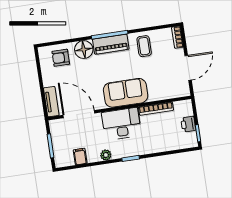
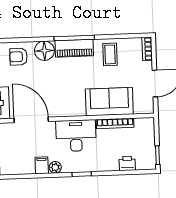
sofa: (126, 93) -> (109, 102), moved
printer: (188, 124) -> (127, 163), moved, turned 90
filing cabinet: (80, 157) -> (42, 165), moved

